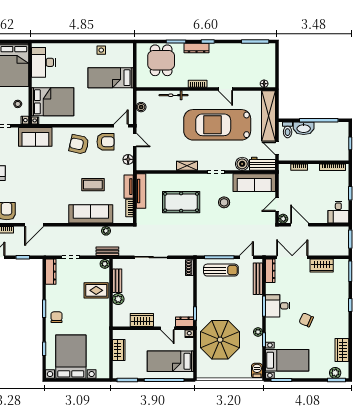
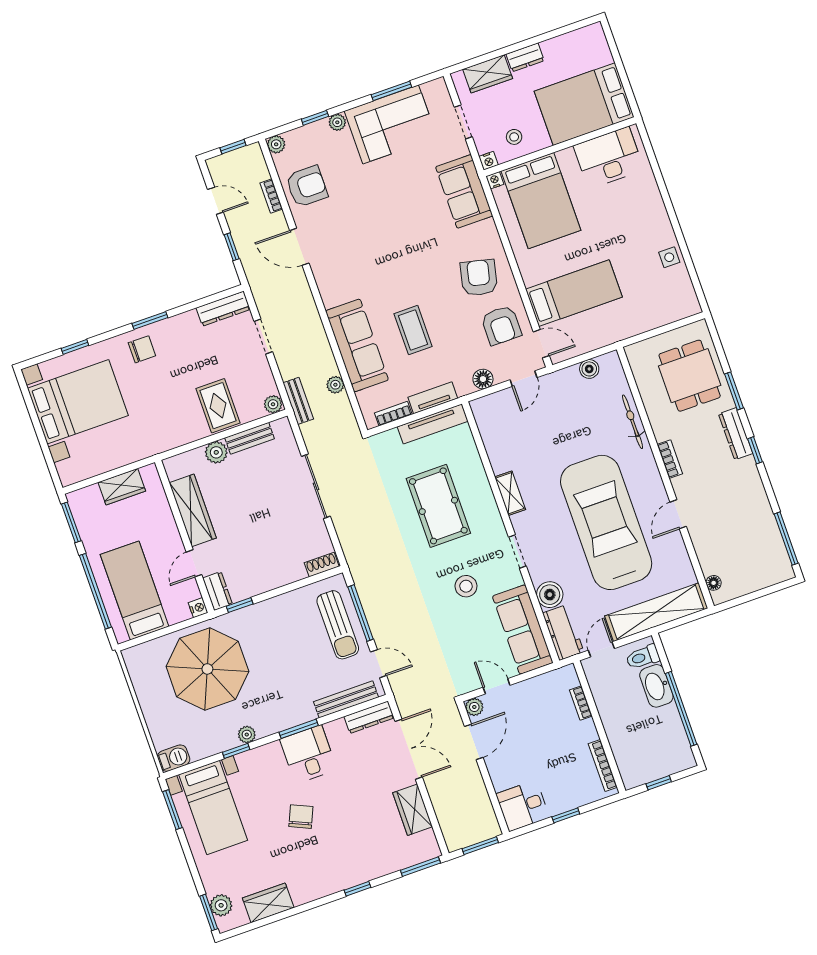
dining table: (161, 60) -> (690, 376), turned 90
bed: (111, 78) -> (574, 293), moved, turned 90
wardrobe: (142, 320) -> (193, 510), width x1.50

